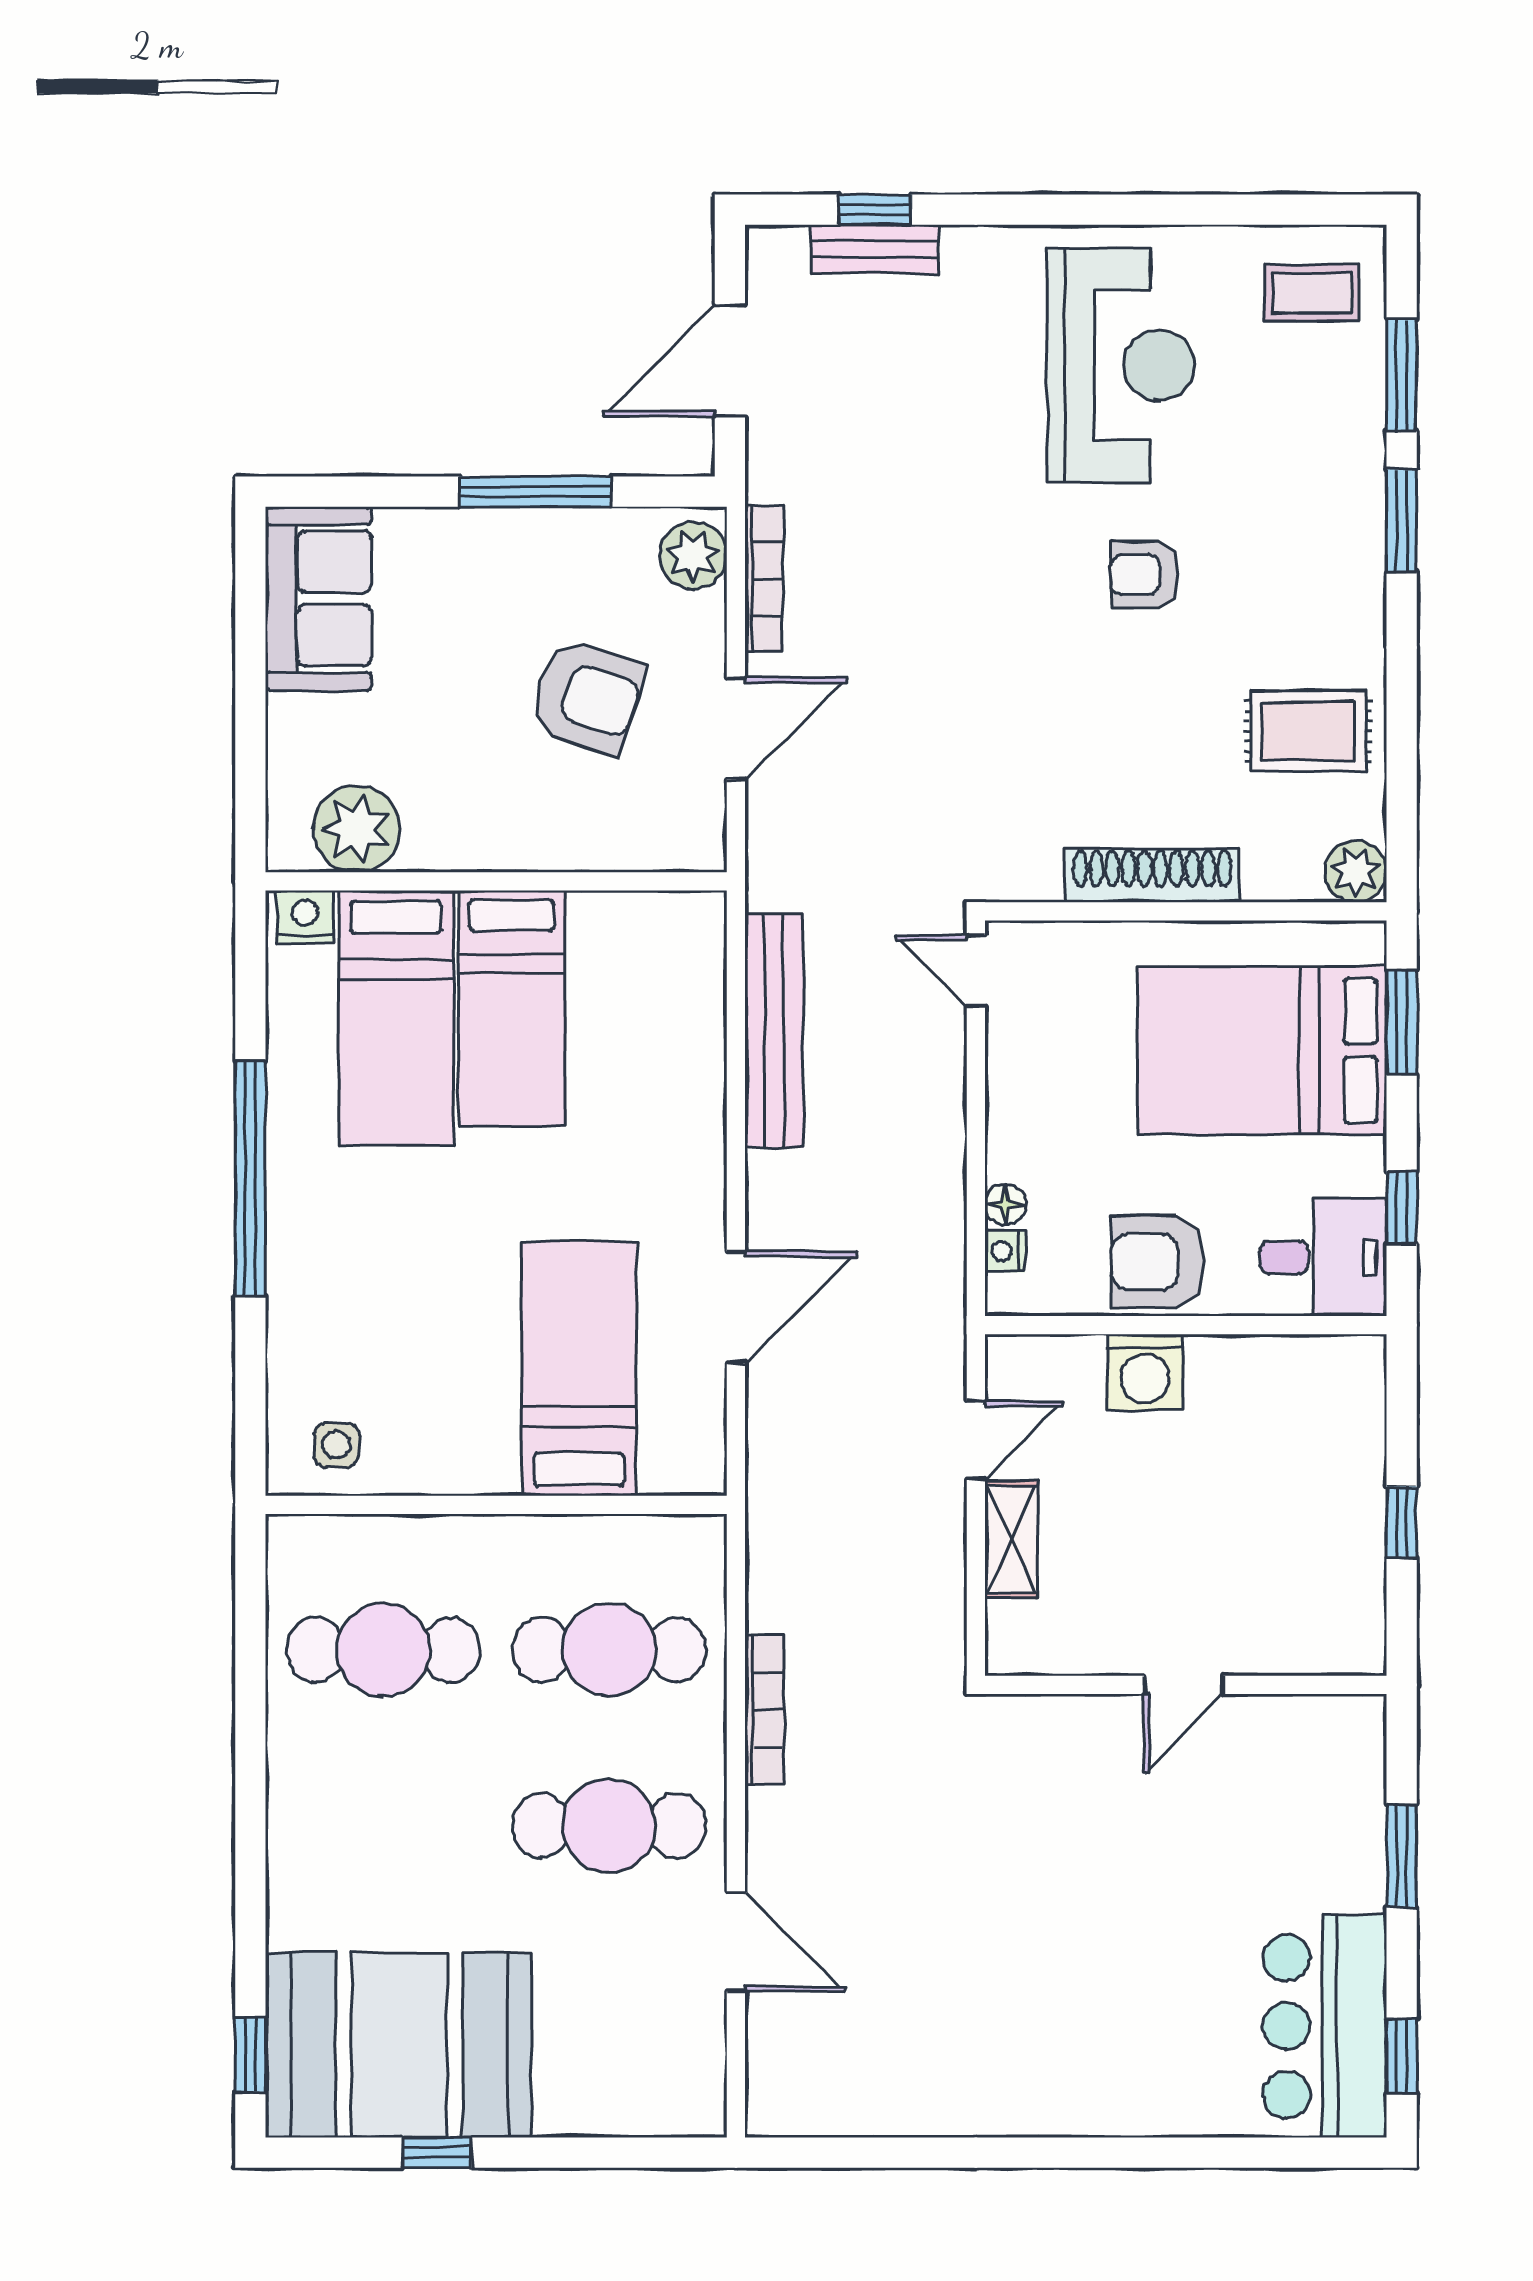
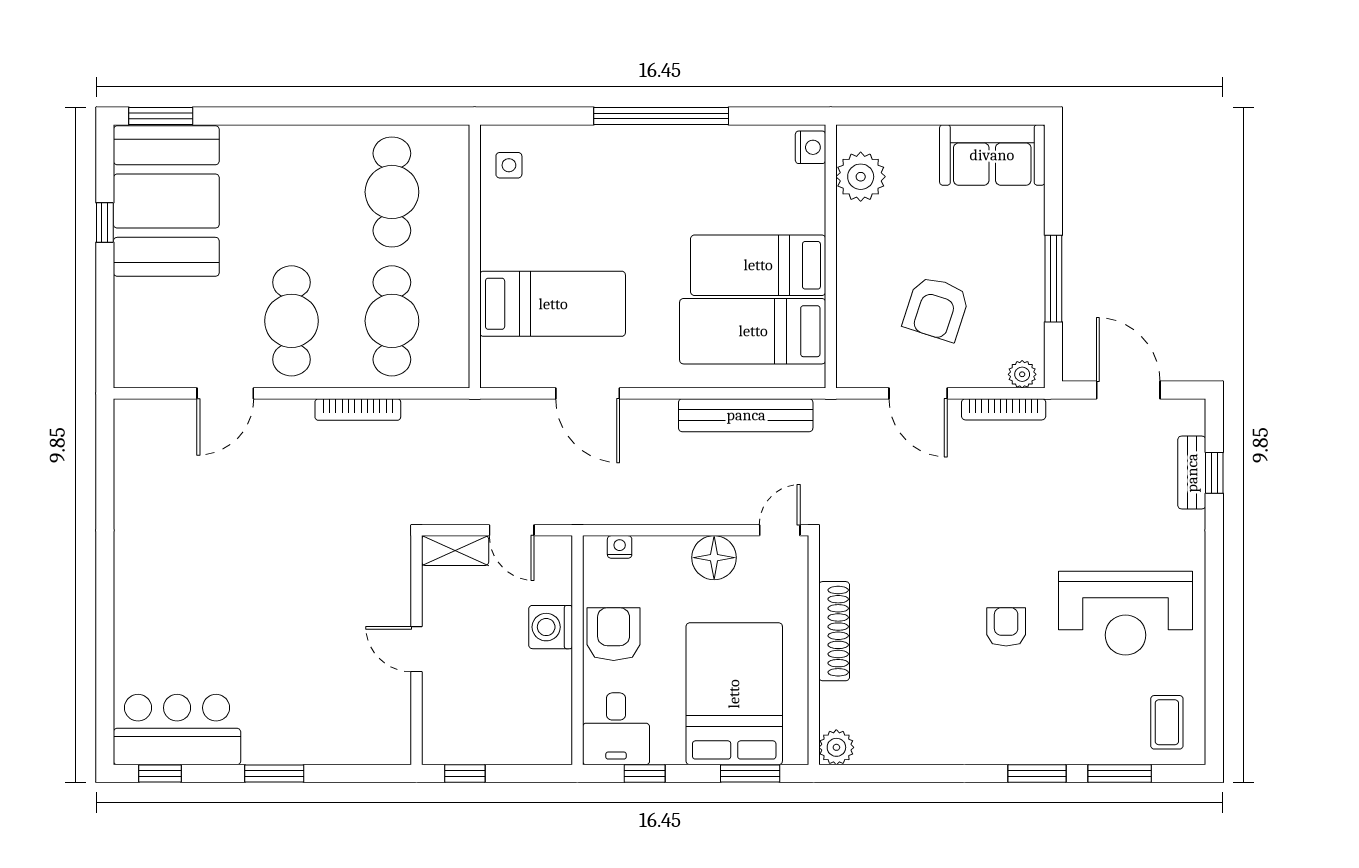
plant: (693, 555) -> (1022, 374), width x0.73, depth x0.73
rug: (1308, 731) -> (917, 720), removed
bed: (396, 1018) -> (753, 331), moved
floor lamp: (1005, 1204) -> (714, 558), moved, width x1.89, depth x1.89
door: (1184, 1685) -> (416, 649), moved
wall: (1186, 1685) -> (416, 650), moved
window: (250, 2055) -> (161, 116), width x1.50

